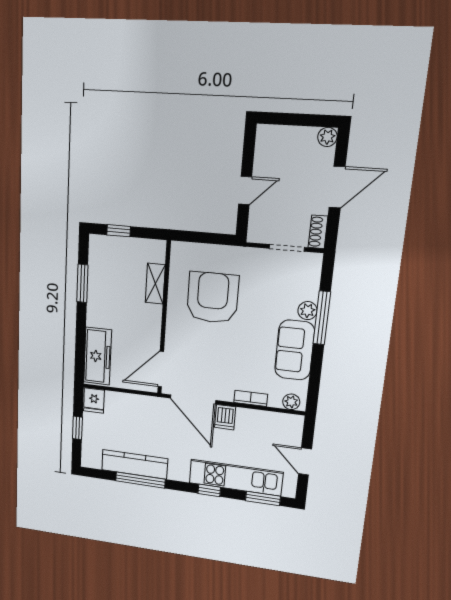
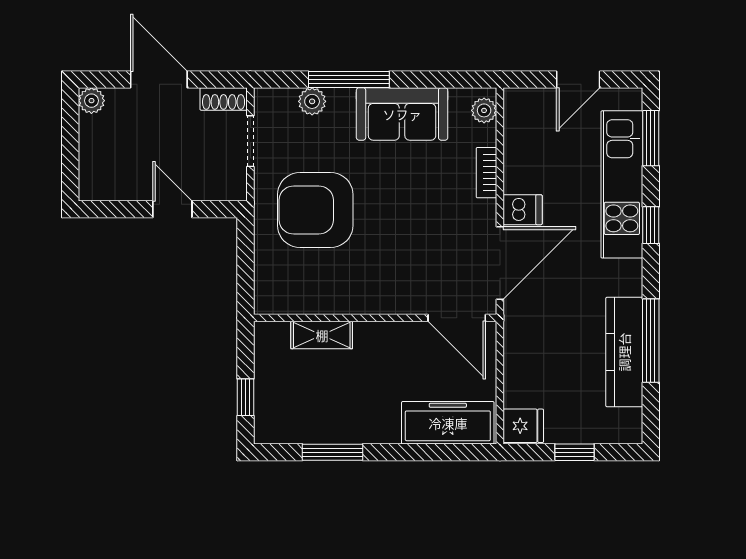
armchair: (213, 298) -> (315, 210), moved
plant: (307, 311) -> (312, 101), moved

